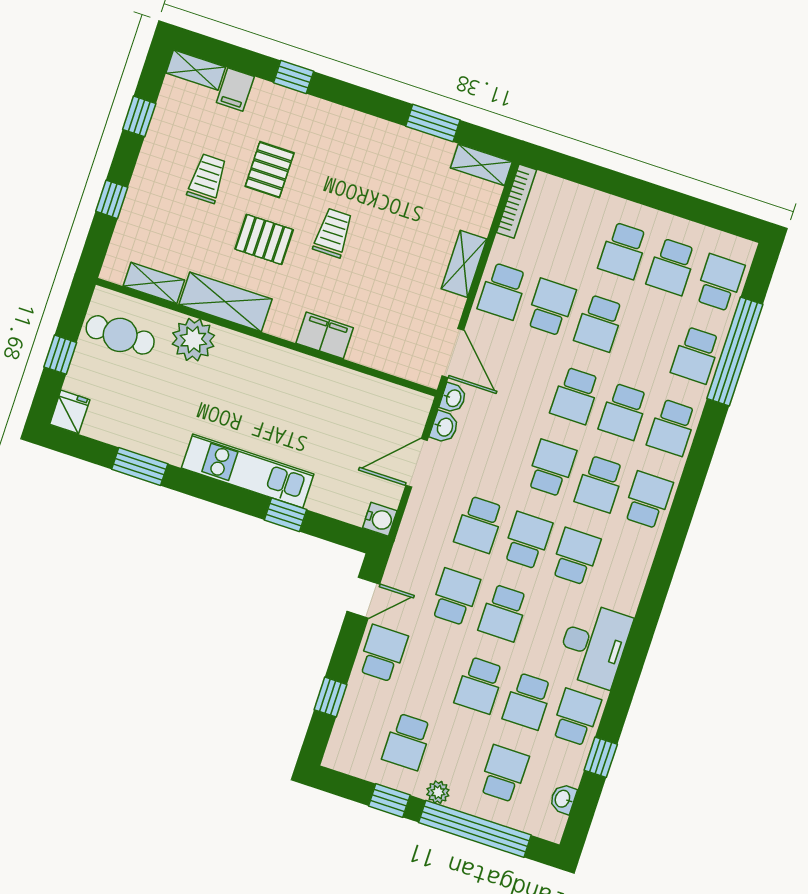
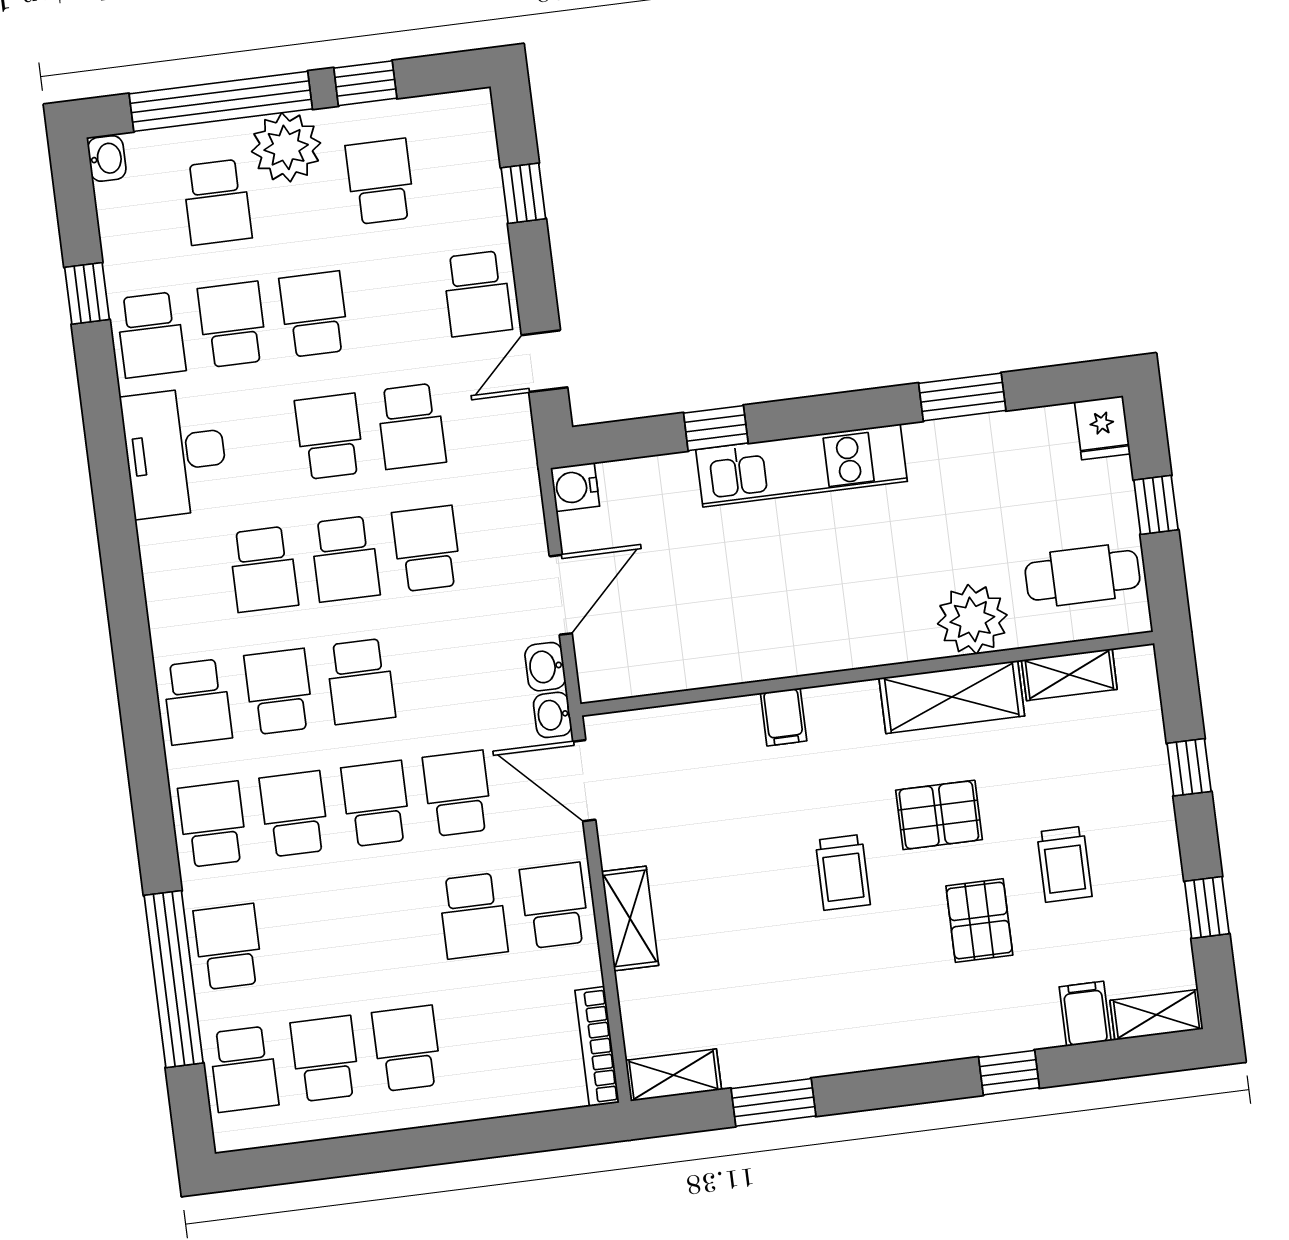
school desk: (599, 323) -> (458, 793), moved
filing cabinet: (325, 335) -> (784, 717), width x0.50
plant: (438, 792) -> (286, 147), width x1.88, depth x1.88
washbasin: (563, 799) -> (107, 158), moved

